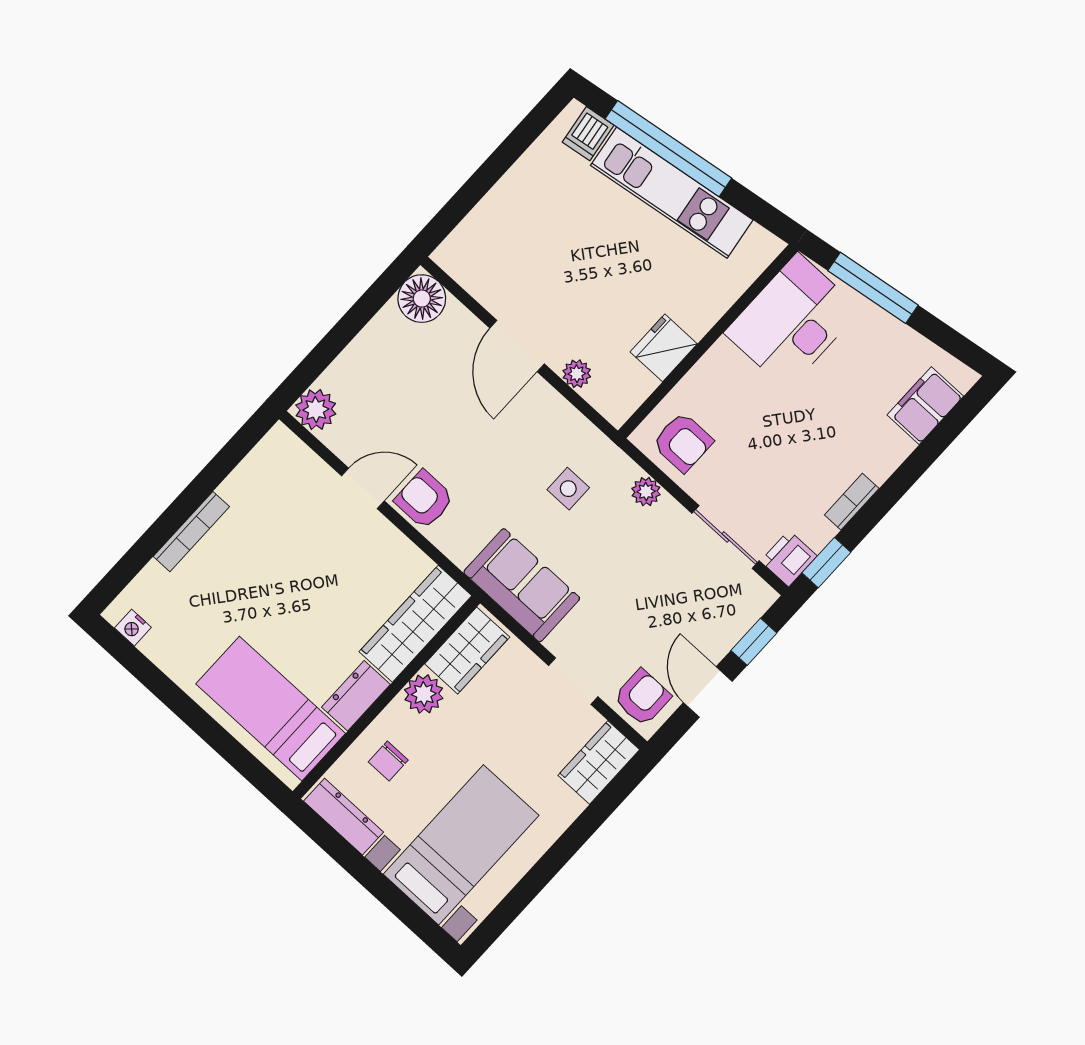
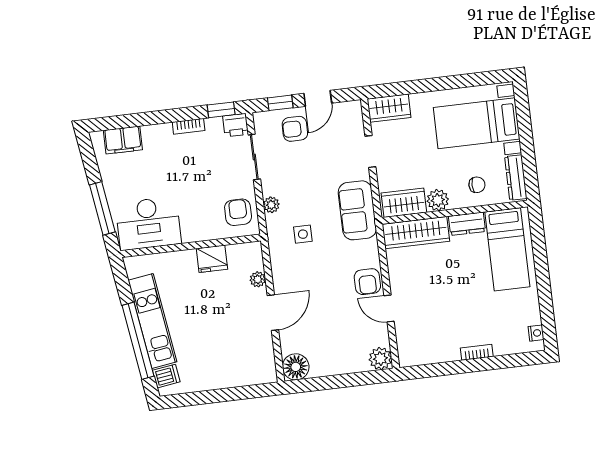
bookcase: (191, 532) -> (477, 352), width x0.64
armchair: (642, 697) -> (295, 129), moved

